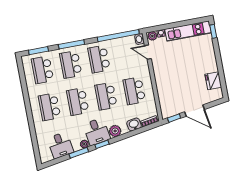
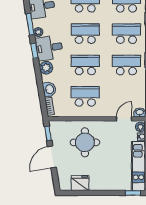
round table: (176, 83) -> (85, 142), added

